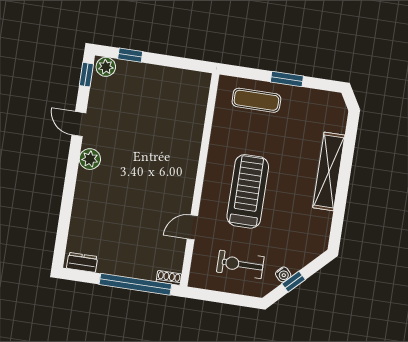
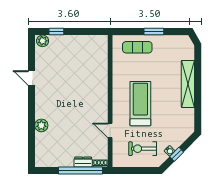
window: (86, 75) -> (31, 47), removed
plant: (90, 159) -> (41, 125), moved
door: (192, 227) -> (110, 131), hinge flipped
dresser: (82, 262) -> (83, 162), moved

